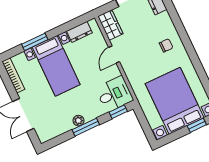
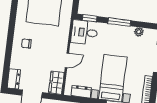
plant: (78, 121) -> (139, 32), moved

